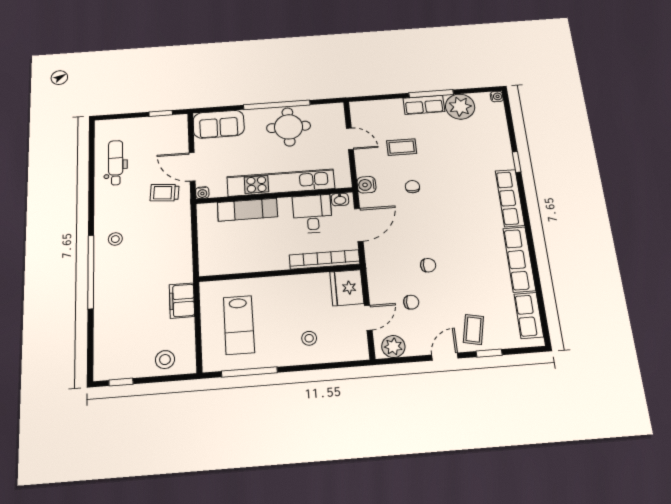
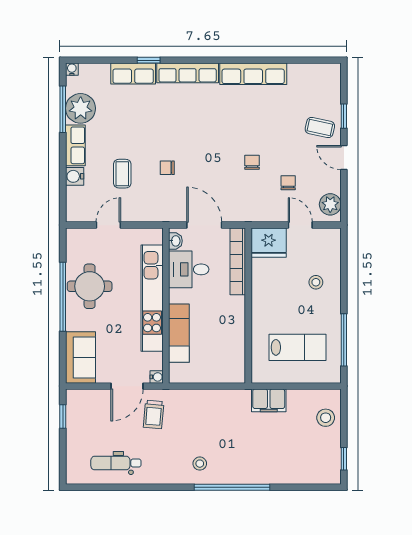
window: (431, 94) -> (63, 109), moved
water cooler: (366, 185) -> (75, 176), moved, turned 90
row of seats: (529, 315) -> (133, 74), moved

